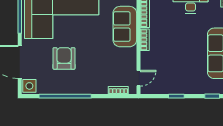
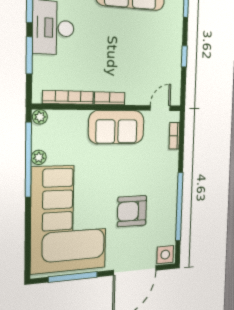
sofa: (125, 27) -> (117, 127), moved
door: (139, 78) -> (160, 108), hinge flipped

